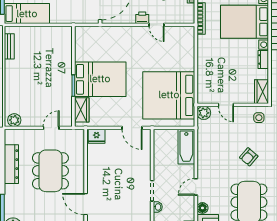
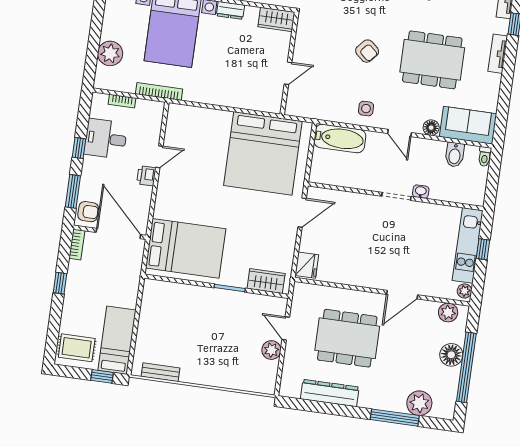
bed: (100, 79) -> (186, 248), moved, turned 90
plant: (204, 113) -> (295, 107), removed
side table: (259, 118) -> (366, 109), moved
plant: (14, 120) -> (271, 350), moved

